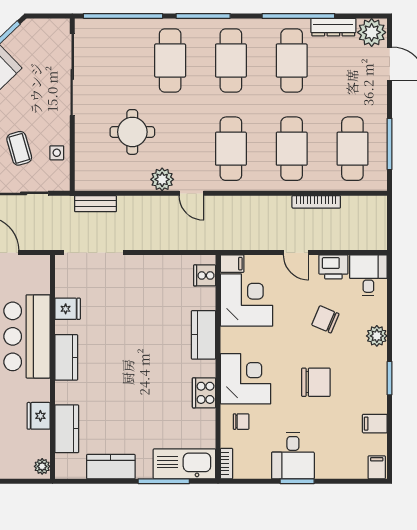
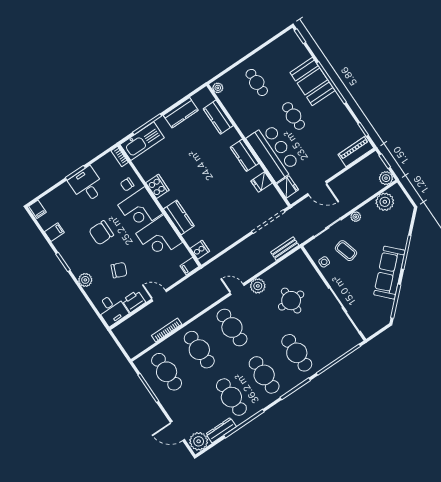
corner desk: (247, 300) -> (159, 238), moved
fridge: (39, 416) -> (288, 187), moved

